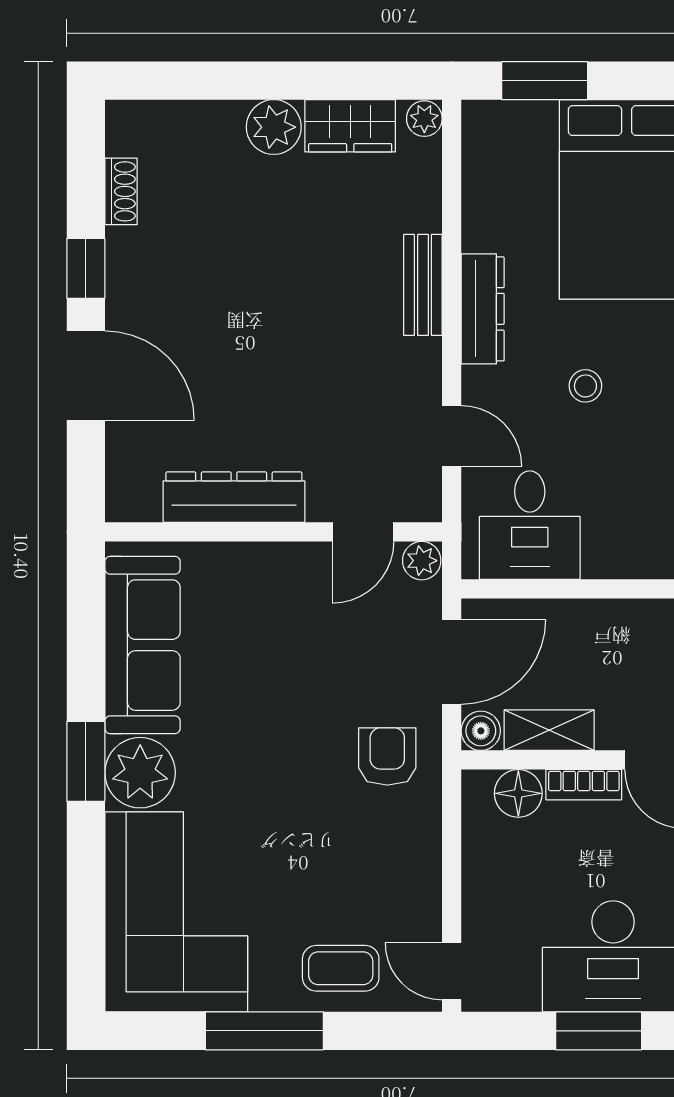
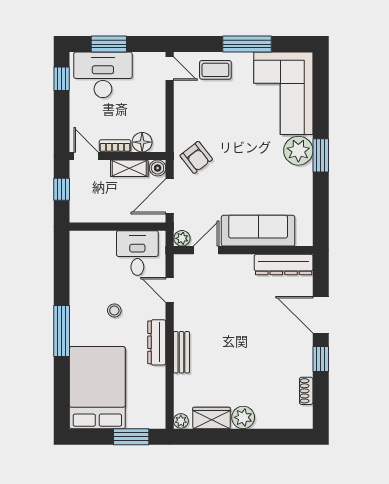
dresser: (234, 497) -> (284, 265), moved
sofa: (143, 645) -> (258, 231), moved, turned 90
armchair: (387, 756) -> (196, 157), turned -38

